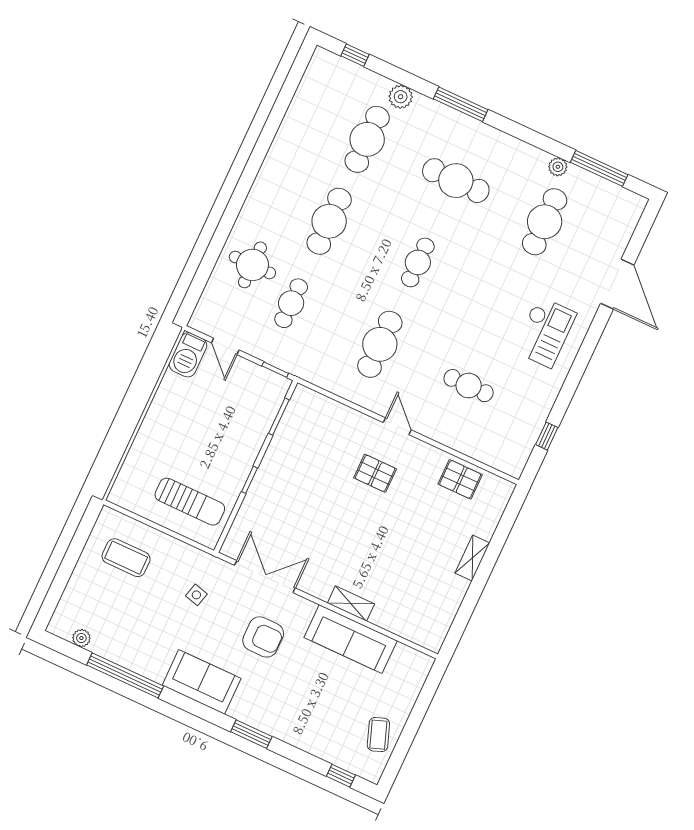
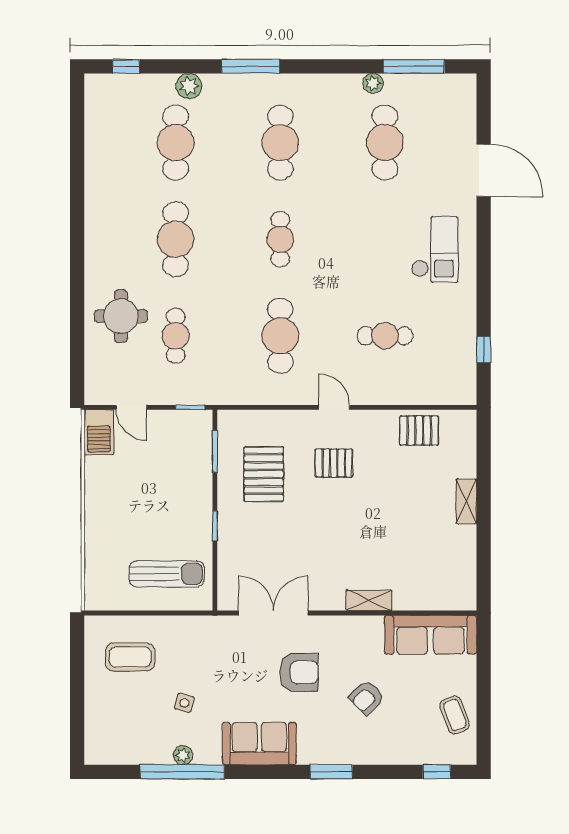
cafe table: (456, 181) -> (280, 143), turned 90
pallet: (311, 455) -> (264, 474), added
side table: (196, 595) -> (184, 703), moved
plant: (81, 638) -> (183, 755), moved
sofa: (351, 639) -> (431, 635), moved
armchair: (311, 685) -> (367, 698), added

